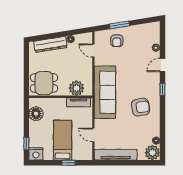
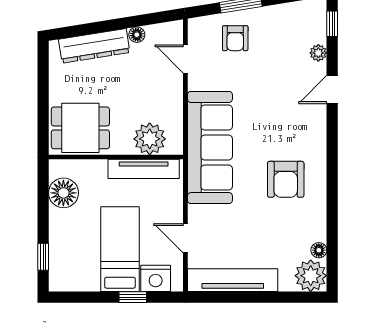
window: (162, 89) -> (332, 24), moved
tv unit: (79, 102) -> (144, 169), width x1.41
armchair: (141, 107) -> (286, 179), turned 99
nightstand: (36, 154) -> (156, 278), moved

